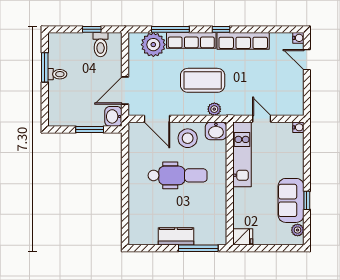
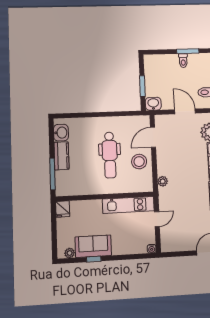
coffee table: (203, 80) -> (184, 171), removed
door: (125, 91) -> (185, 111), moved
washbasin: (216, 131) -> (61, 133), moved, turned 180

